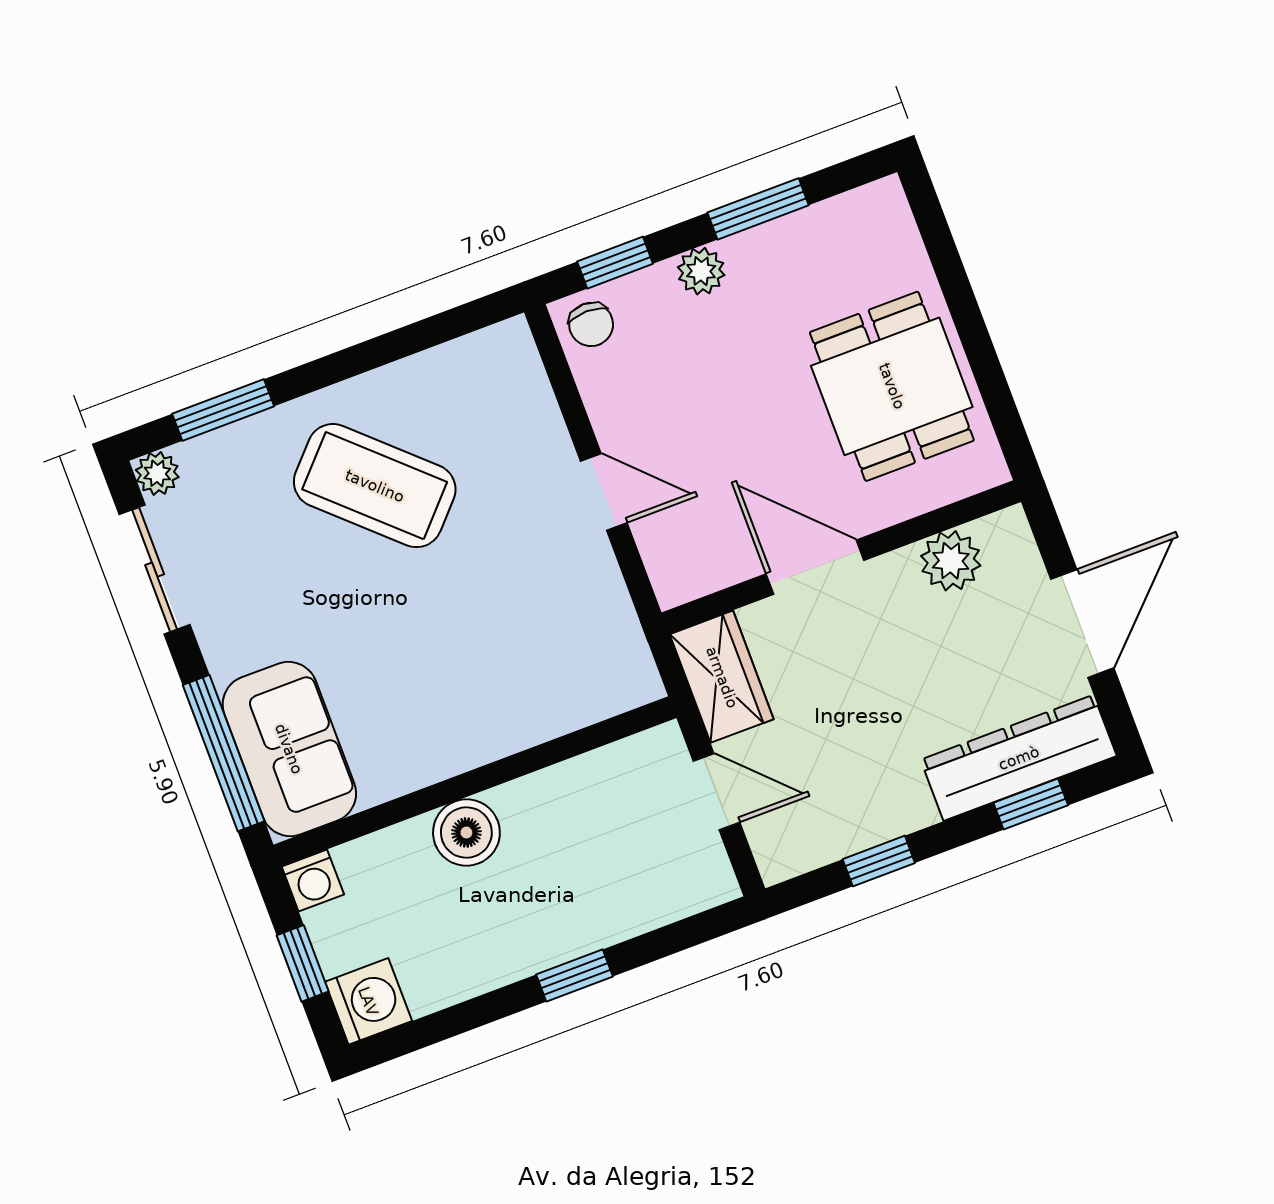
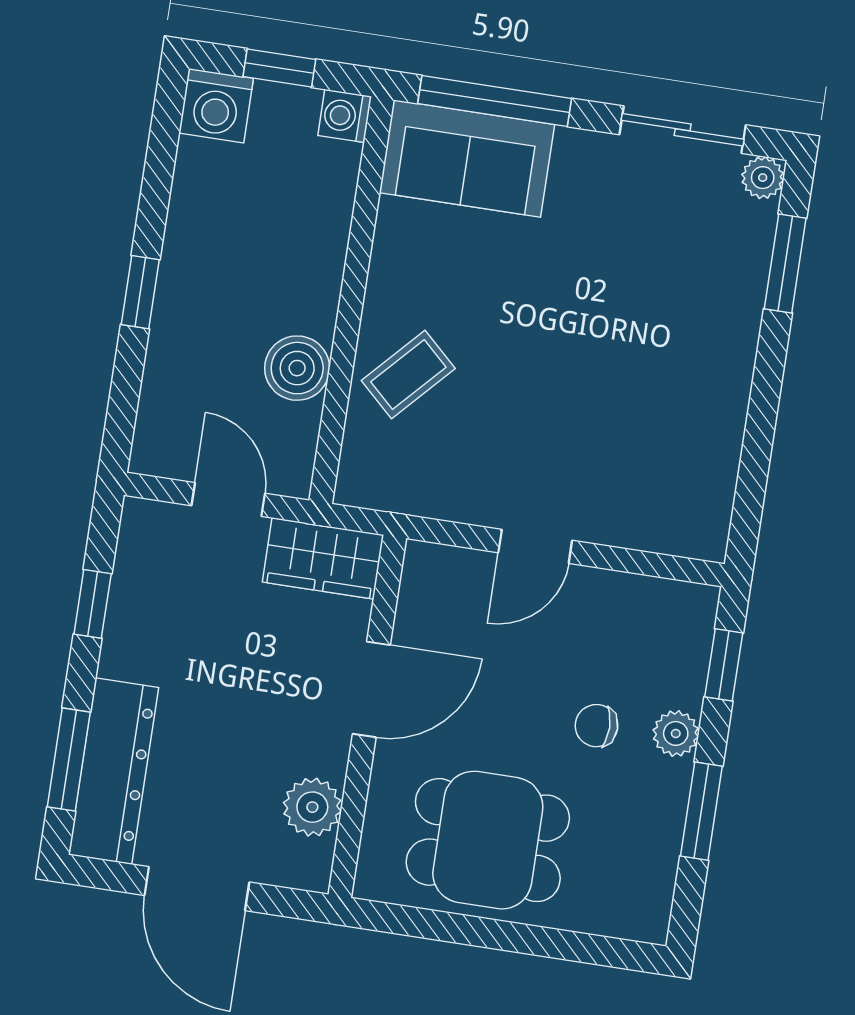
chair: (591, 324) -> (596, 726), moved
coffee table: (375, 486) -> (408, 375), moved, width x0.54, depth x0.58
door: (716, 792) -> (228, 499), swing flipped
window: (1031, 804) -> (69, 759), width x1.50
boiler: (466, 833) -> (297, 368), moved

